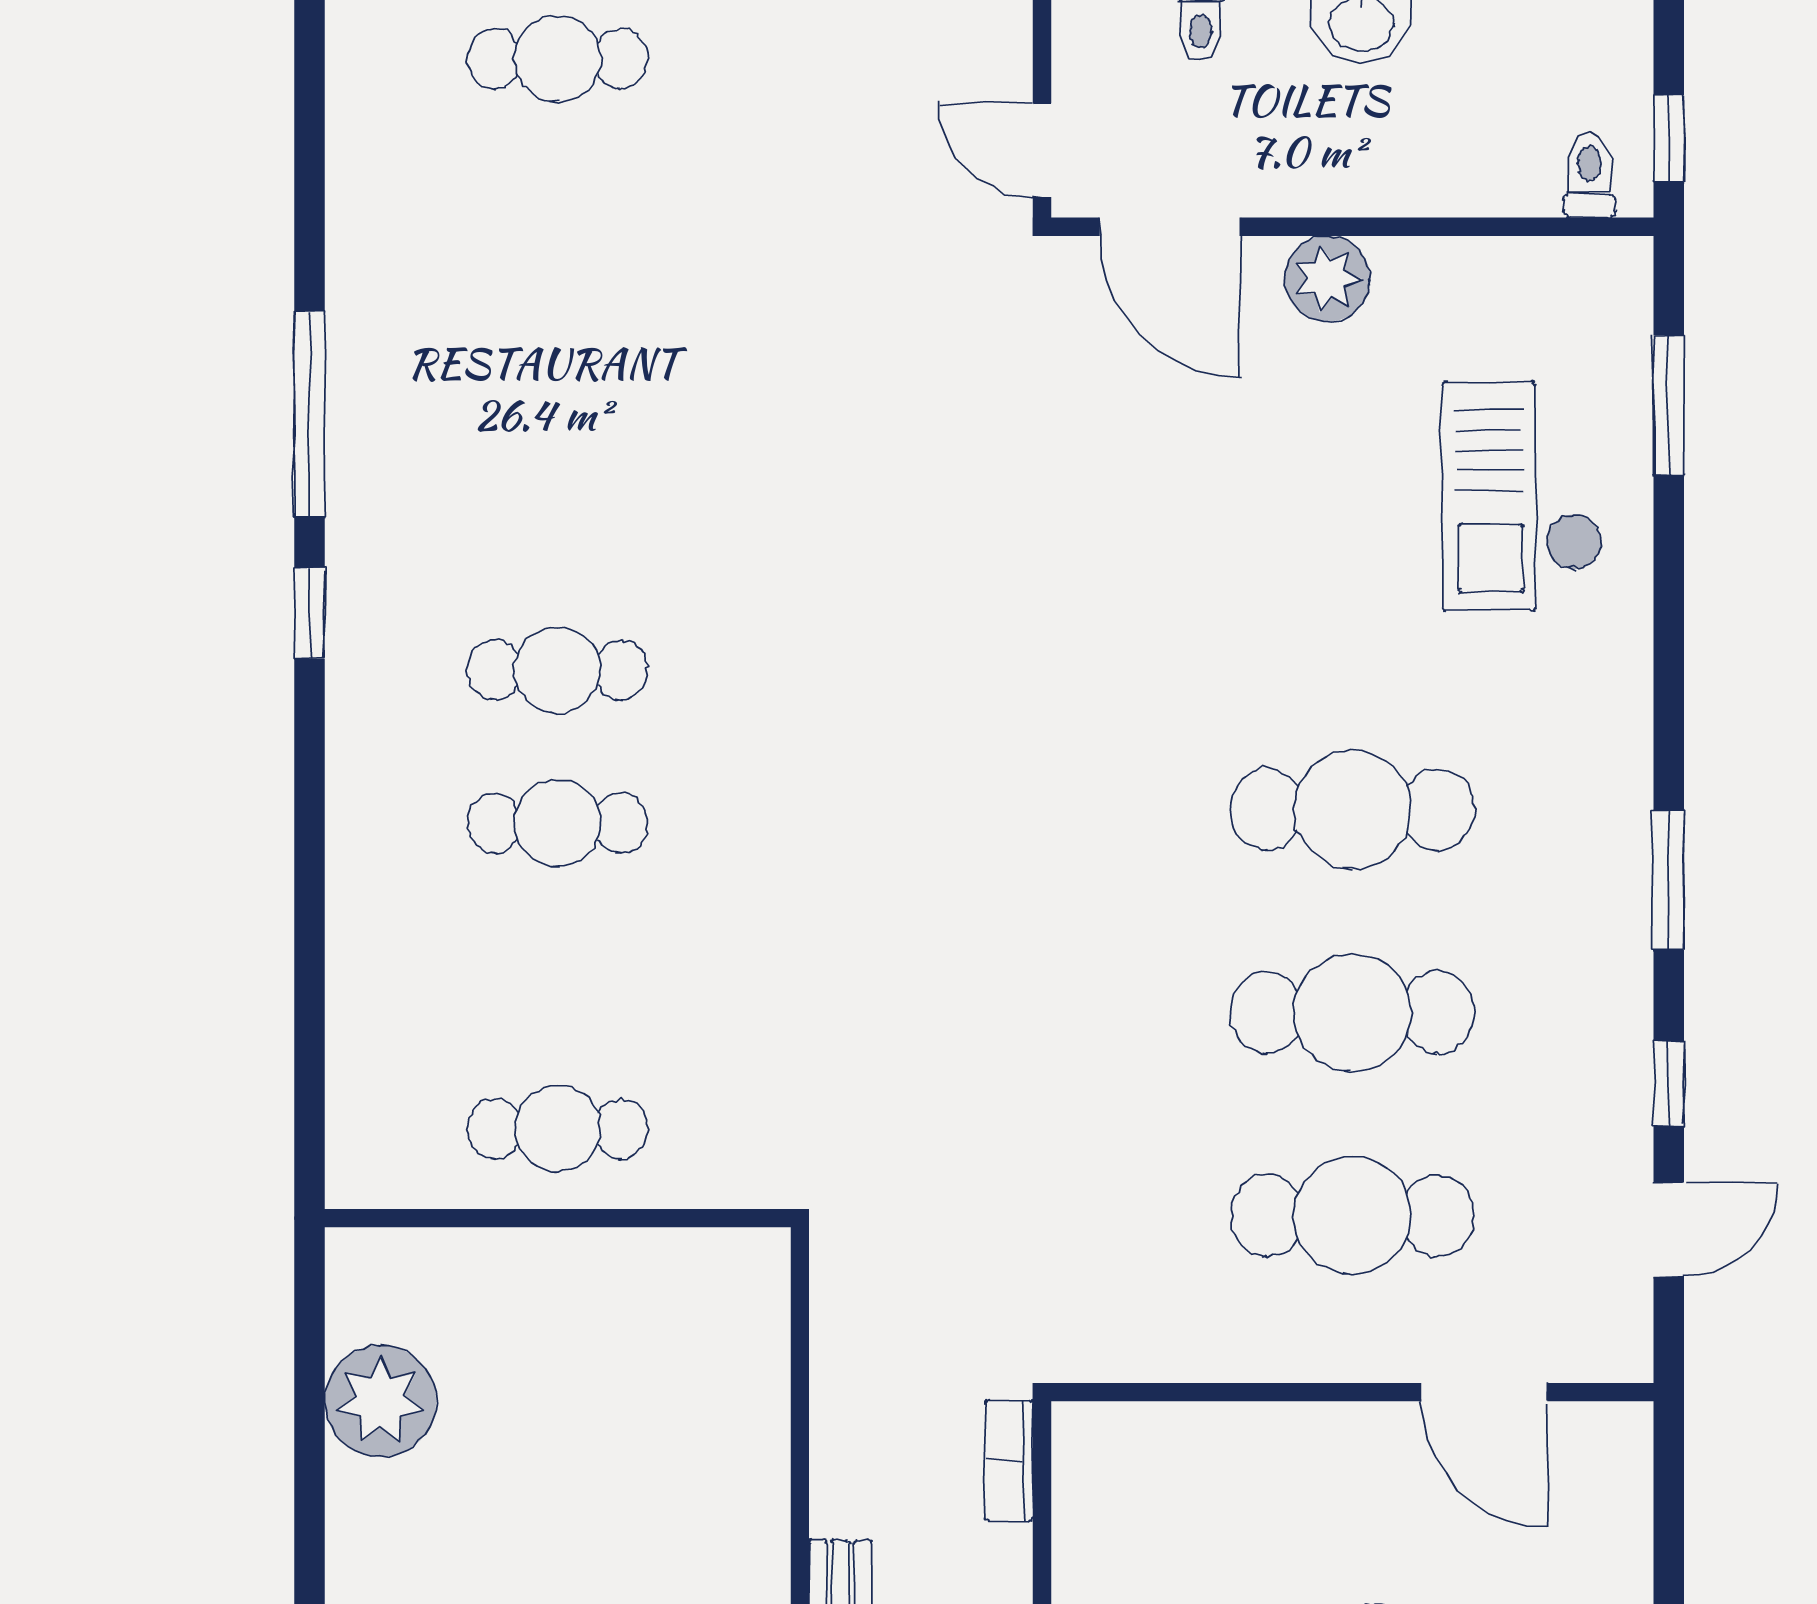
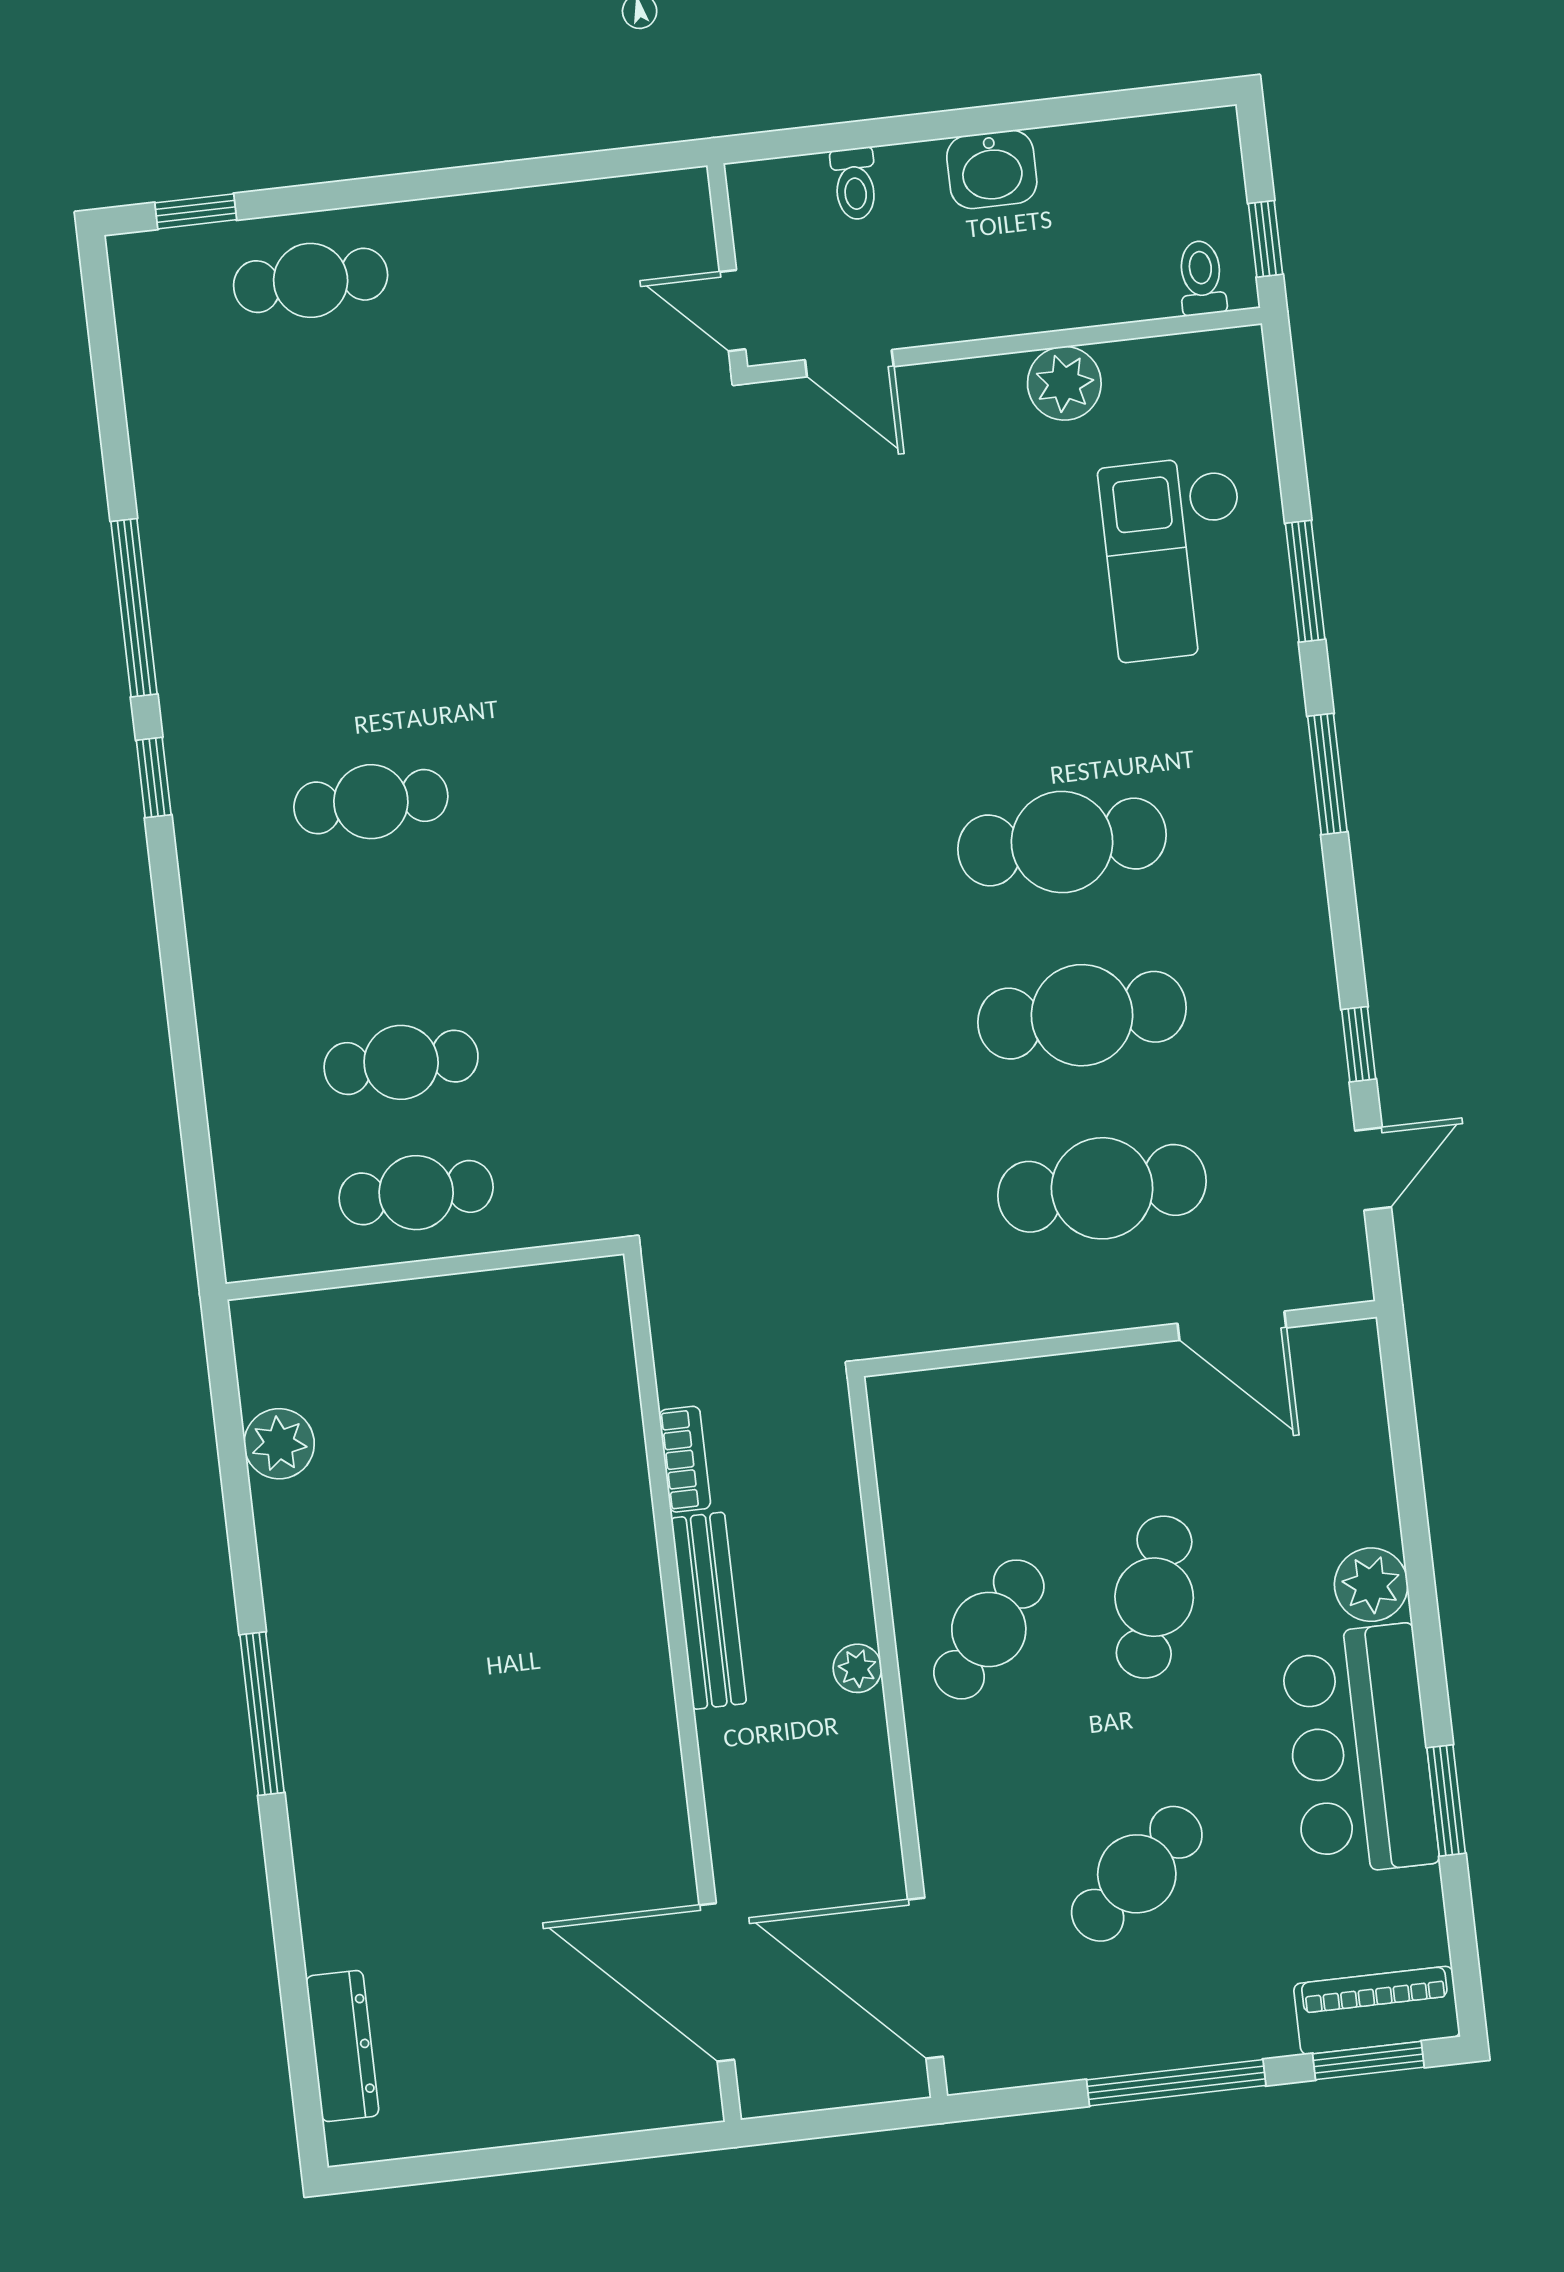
door: (1170, 227) -> (849, 363), width x0.73
plant: (1327, 279) -> (1064, 383), moved
window: (1669, 405) -> (1305, 581), moved
cafe table: (558, 823) -> (401, 1062), moved
window: (1669, 880) -> (1327, 774), moved
plant: (380, 1401) -> (279, 1444), width x0.73, depth x0.73
bookcase: (1009, 1461) -> (685, 1459), moved, turned 180

